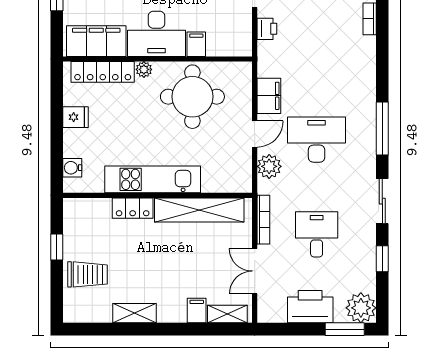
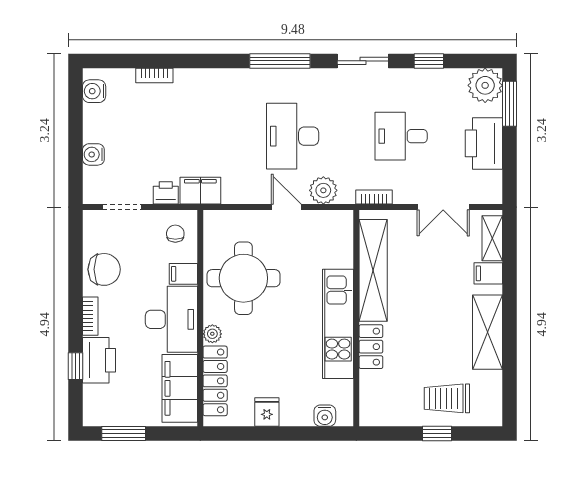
chair: (231, 37) -> (175, 234), added
filing cabinet: (269, 96) -> (200, 191), moved
bookcase: (263, 220) -> (374, 197), width x0.64
window: (57, 247) -> (437, 434), moved
trolley: (88, 274) -> (447, 398), turned -90
shelving: (134, 313) -> (488, 332), width x1.50, depth x1.33

